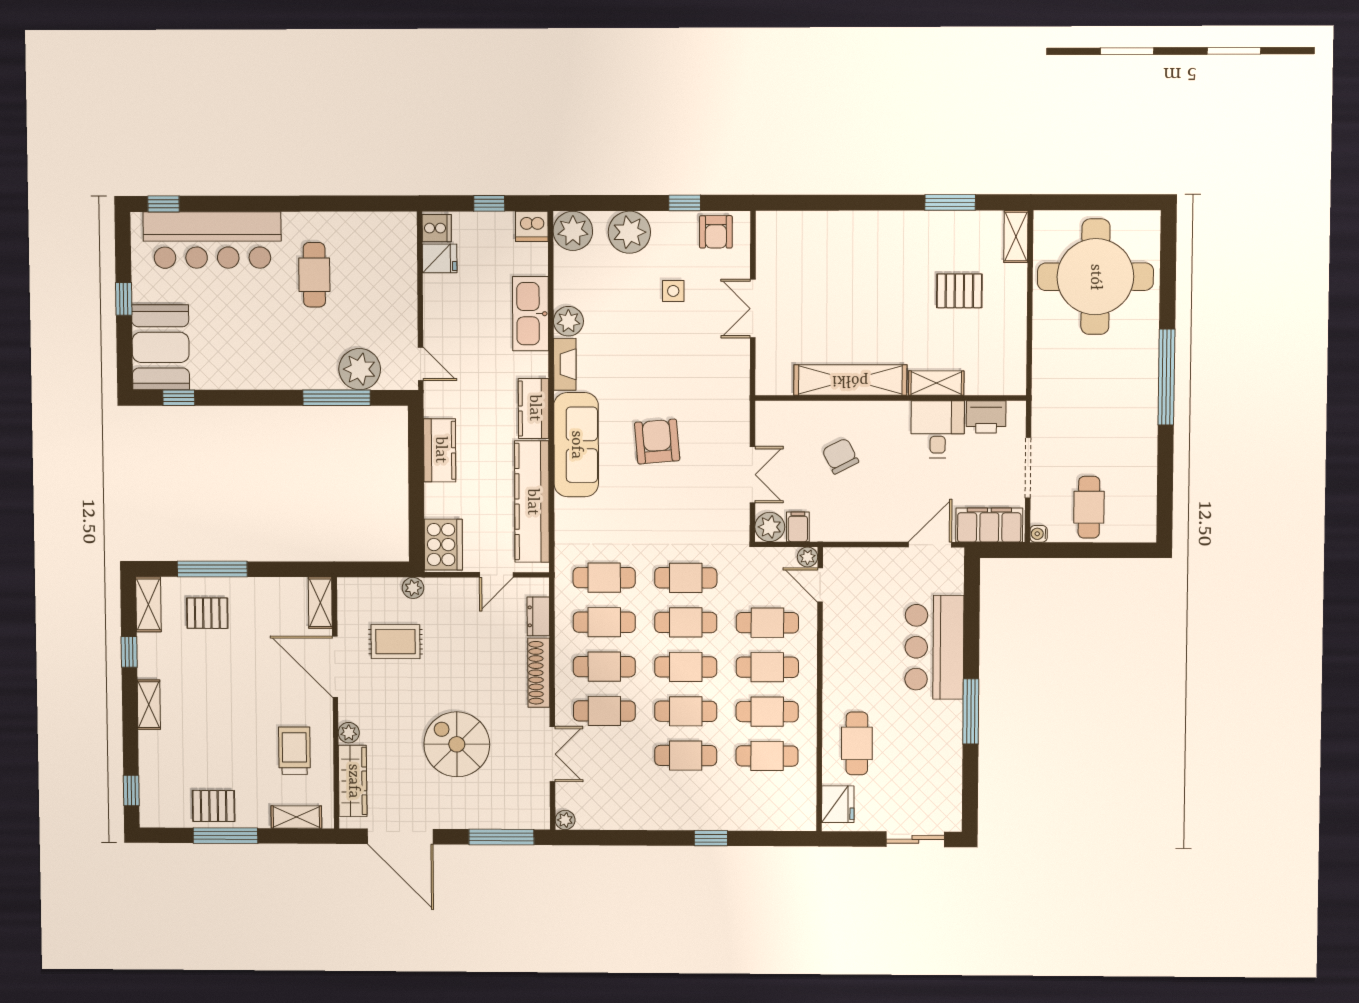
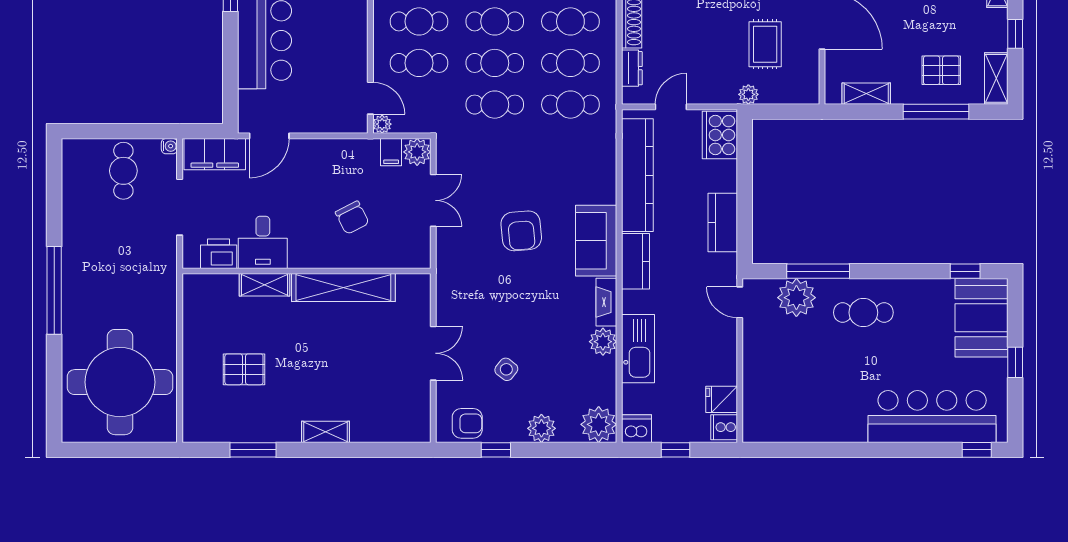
plant: (629, 232) -> (541, 428), width x0.73, depth x0.73
armchair: (716, 232) -> (467, 423), turned 90
shelving: (1016, 236) -> (325, 432), moved, turned 90
cafe table: (314, 275) -> (863, 313), moved, turned 90
side table: (673, 291) -> (506, 369), turned 38
sofa: (576, 445) -> (596, 241), width x0.73
double door: (752, 475) -> (433, 200), swing flipped
shelving: (320, 603) -> (866, 94), moved, turned 90
rug: (395, 642) -> (765, 44), turned 90

